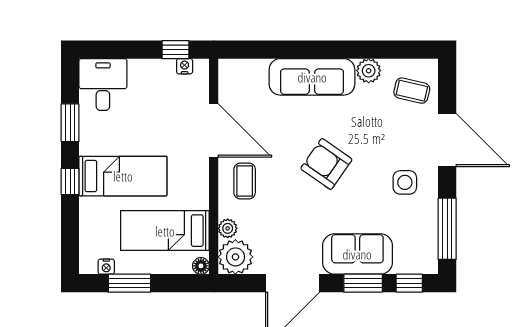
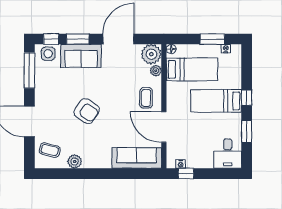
sofa: (312, 77) -> (137, 158), moved
armchair: (326, 164) -> (87, 111), moved
side table: (405, 182) -> (48, 54), moved

